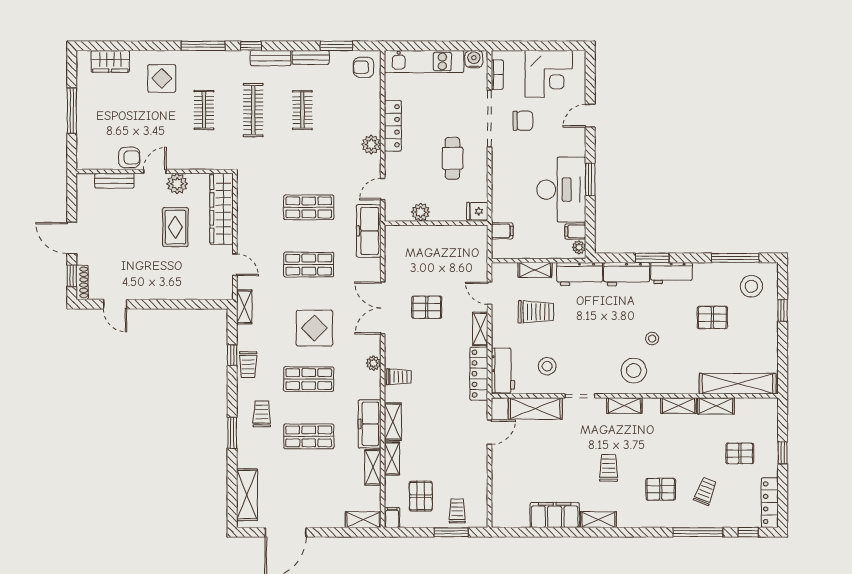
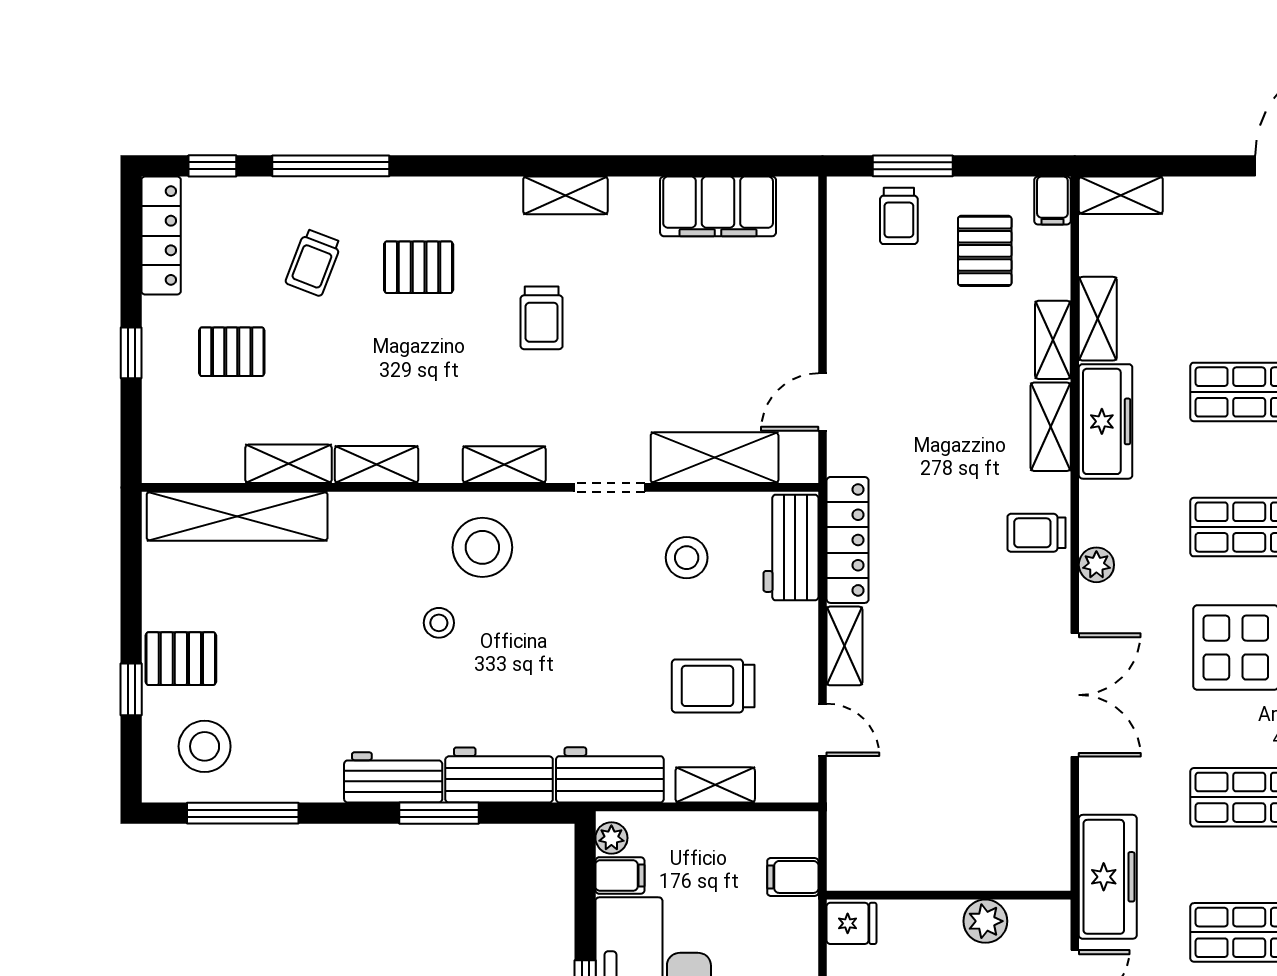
pallet: (427, 307) -> (971, 697), removed
pallet: (712, 317) -> (181, 659), moved
filing cabinet: (555, 515) -> (718, 206), moved

